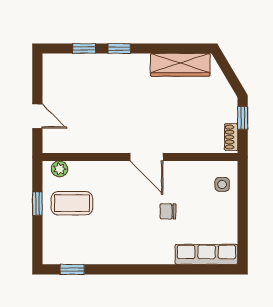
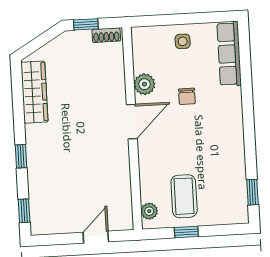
window: (84, 48) -> (24, 211), moved
plant: (182, 171) -> (144, 84), added
side table: (222, 184) -> (183, 41), moved

